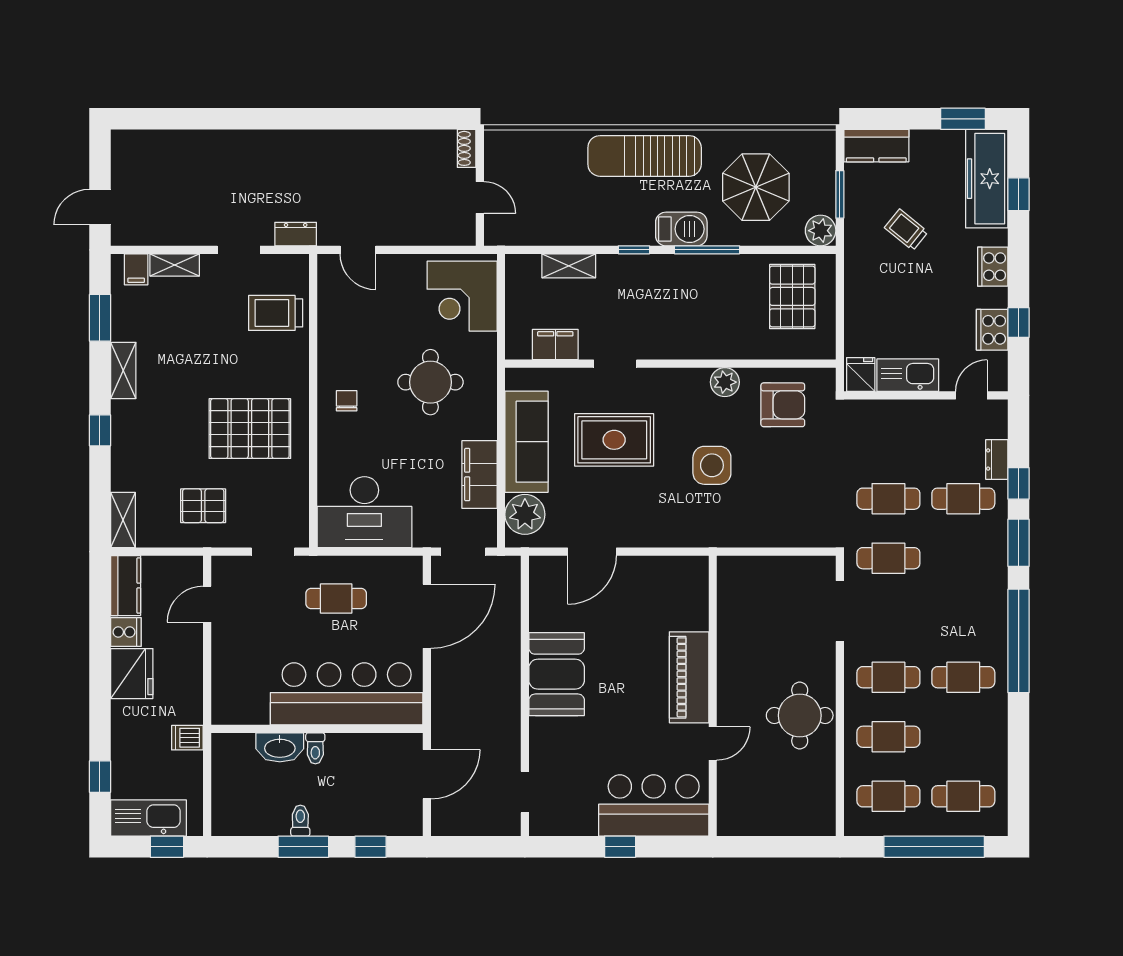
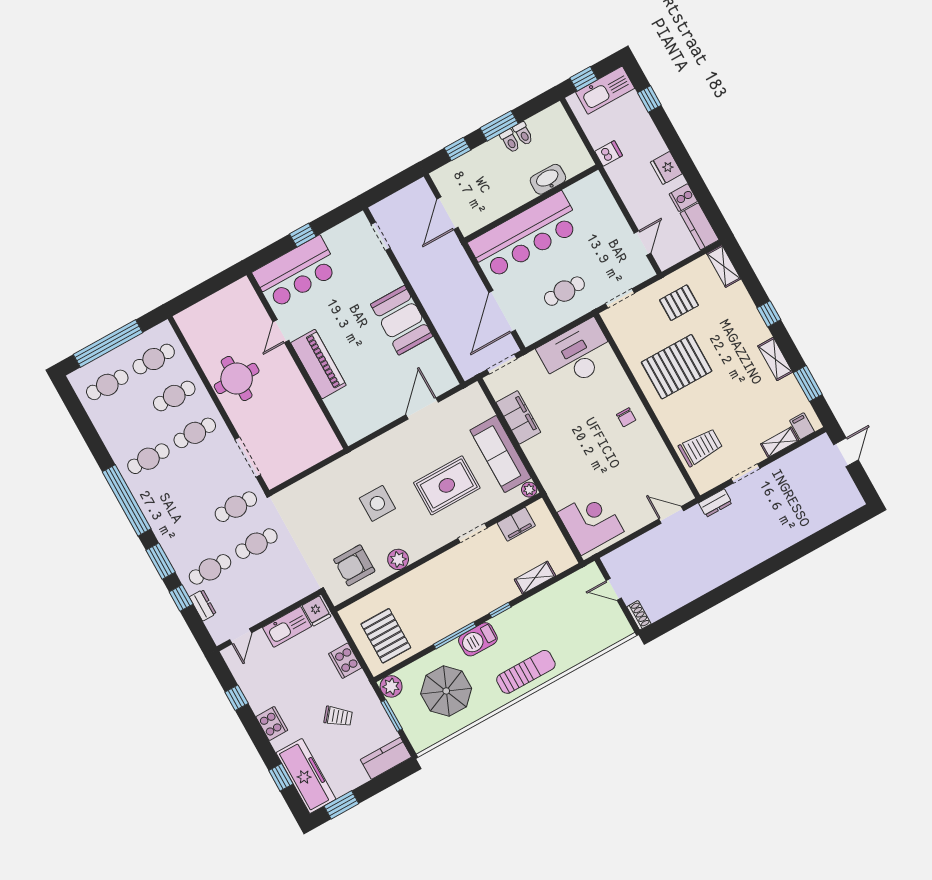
sun lounger: (645, 156) -> (526, 672), width x0.73, depth x0.75
cooker: (992, 330) -> (345, 661), moved, turned 180
round table: (430, 382) -> (581, 458), removed
plant: (525, 514) -> (529, 490), moved, width x0.53, depth x0.53
fridge: (132, 674) -> (666, 168), width x0.73, depth x0.75
toilet: (315, 748) -> (523, 134), moved, turned 180

